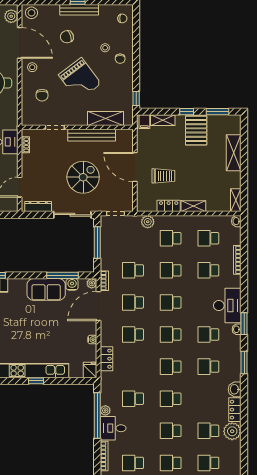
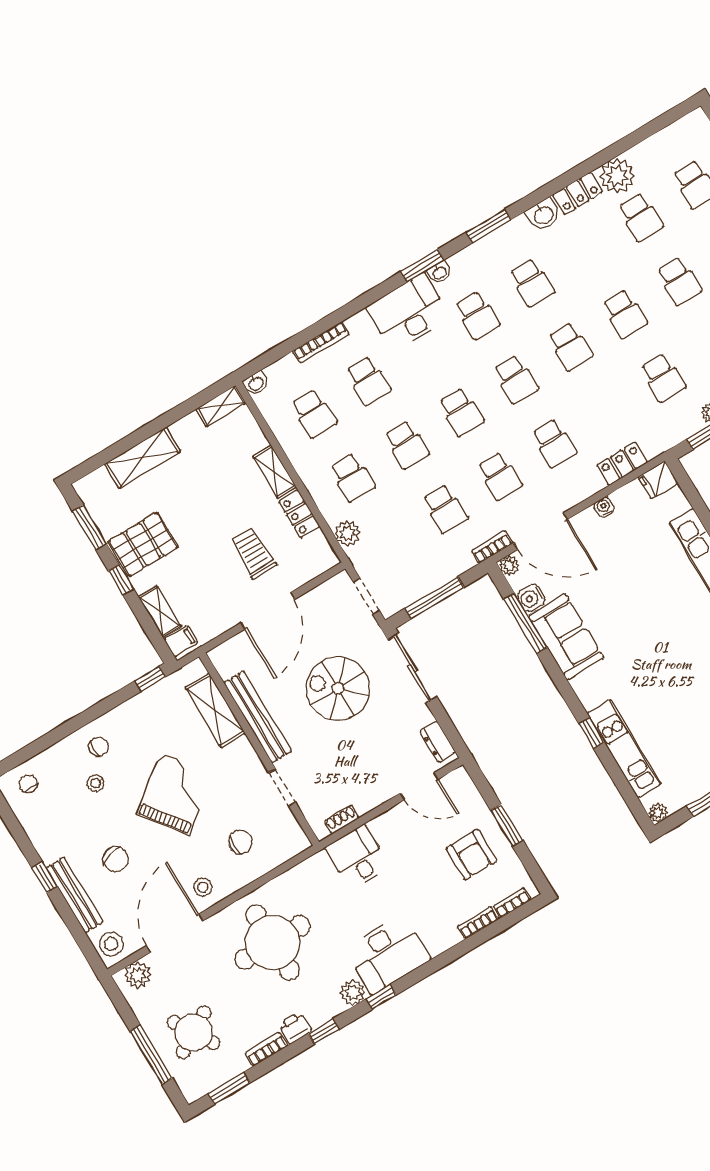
bench: (79, 10) -> (75, 895), moved
dresser: (38, 207) -> (438, 742), width x0.70

